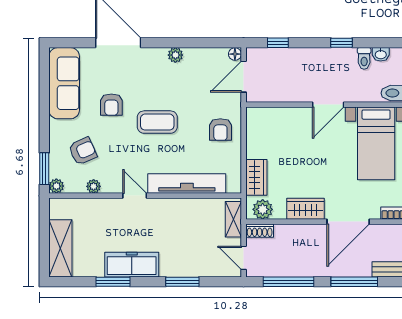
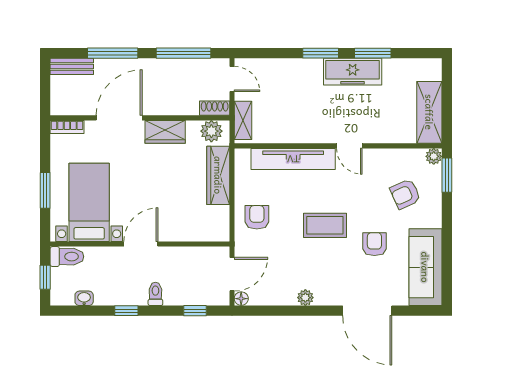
toilet: (364, 58) -> (155, 294), moved
wardrobe: (256, 177) -> (218, 175), width x1.50
plant: (94, 186) -> (394, 156), removed
shelving: (60, 248) -> (429, 112), moved
window: (182, 282) -> (321, 53), moved

